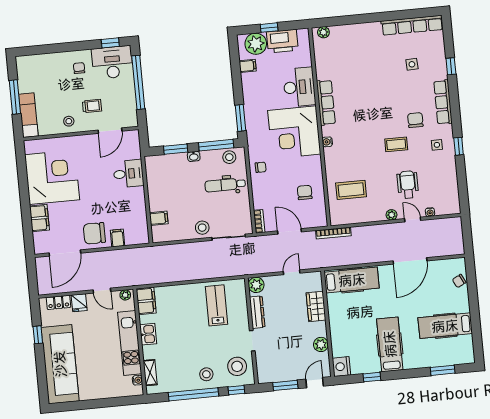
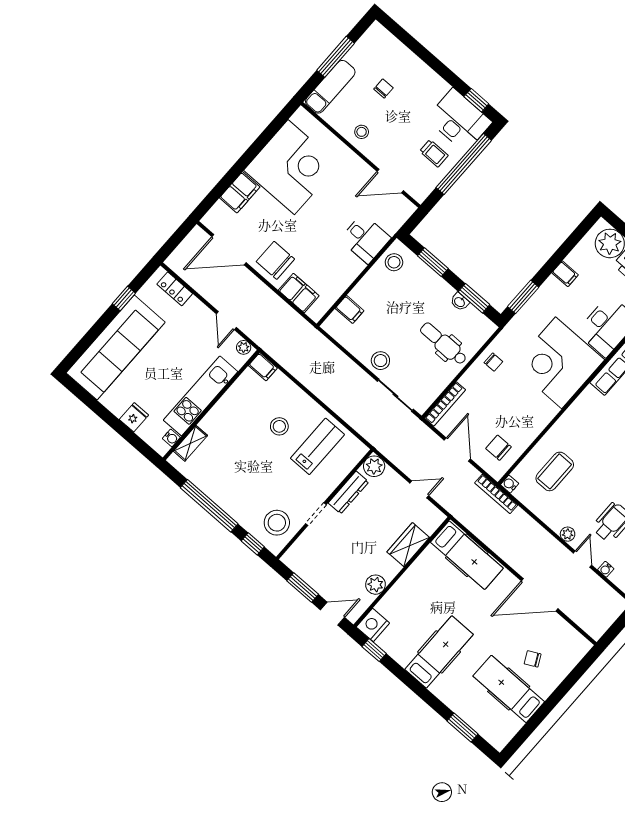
filing cabinet: (248, 66) -> (565, 274), moved
chair: (79, 68) -> (383, 88), moved
trolley: (92, 106) -> (434, 153), moved
water cooler: (327, 142) -> (510, 484), moved
window: (216, 145) -> (474, 298), width x0.69
washbasin: (194, 156) -> (460, 302), moved
stool: (229, 157) -> (394, 262), moved
coffee table: (351, 190) -> (555, 471), turned 90
chair: (305, 192) -> (499, 448), moved, turned -90
bookcase: (259, 221) -> (445, 404), width x1.56
filing cabinet: (118, 238) -> (299, 293), width x2.00
chair: (459, 281) -> (533, 659), moved
filing cabinet: (146, 301) -> (263, 367), width x0.50
fridge: (79, 303) -> (134, 417), moved, turned 180
kitchen sink: (148, 334) -> (226, 406), removed
stool: (206, 374) -> (279, 426), moved
window: (372, 377) -> (374, 650), moved

